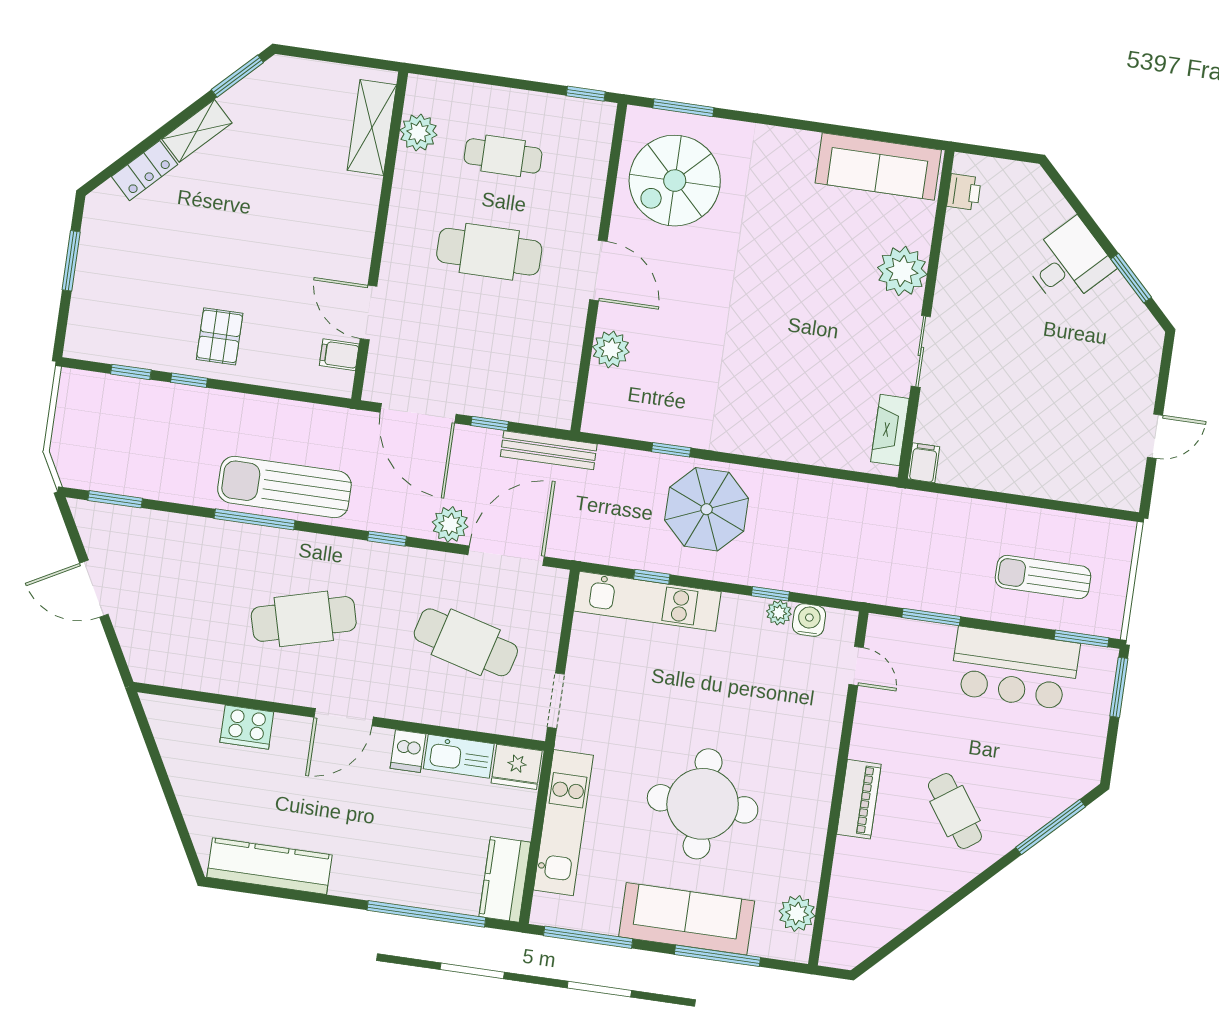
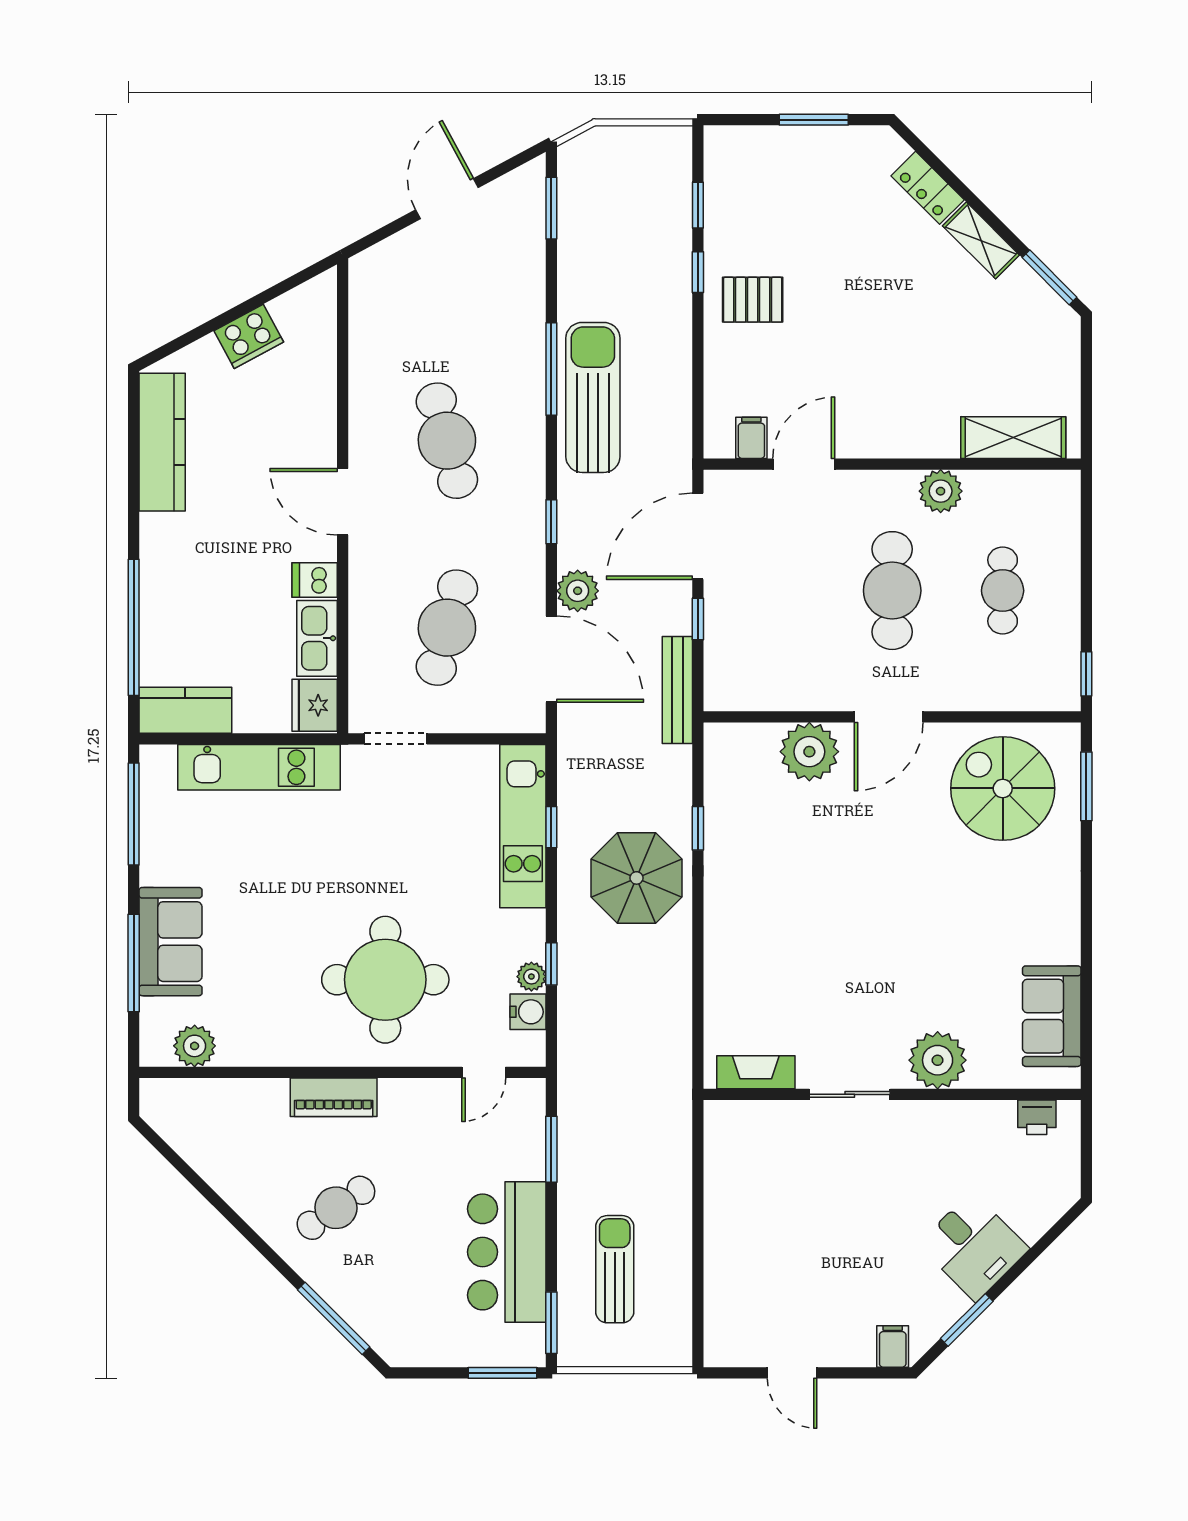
plant: (418, 133) -> (941, 491), moved
sofa: (878, 166) -> (1052, 1016), width x0.73
plant: (611, 349) -> (809, 752), width x1.36, depth x1.36
filing cabinet: (924, 463) -> (893, 1346), moved, turned -90
cooker: (247, 727) -> (249, 336), moved, turned -118
round table: (703, 804) -> (385, 980), moved
sofa: (687, 919) -> (171, 942), width x0.73

